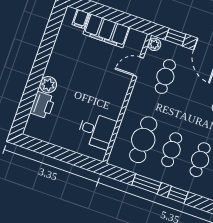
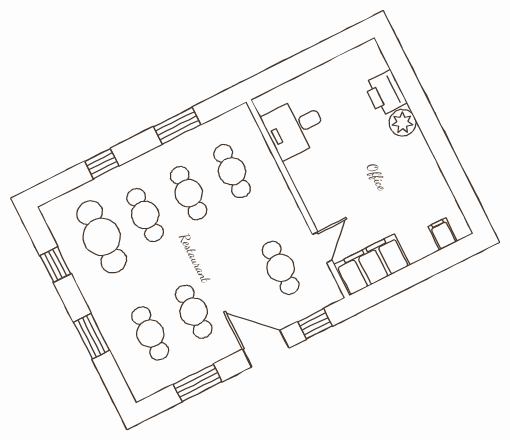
filing cabinet: (106, 31) -> (372, 265), moved
plant: (154, 44) -> (330, 291), removed
cafe table: (143, 140) -> (232, 171), width x0.73, depth x0.74
window: (178, 195) -> (102, 164), moved

